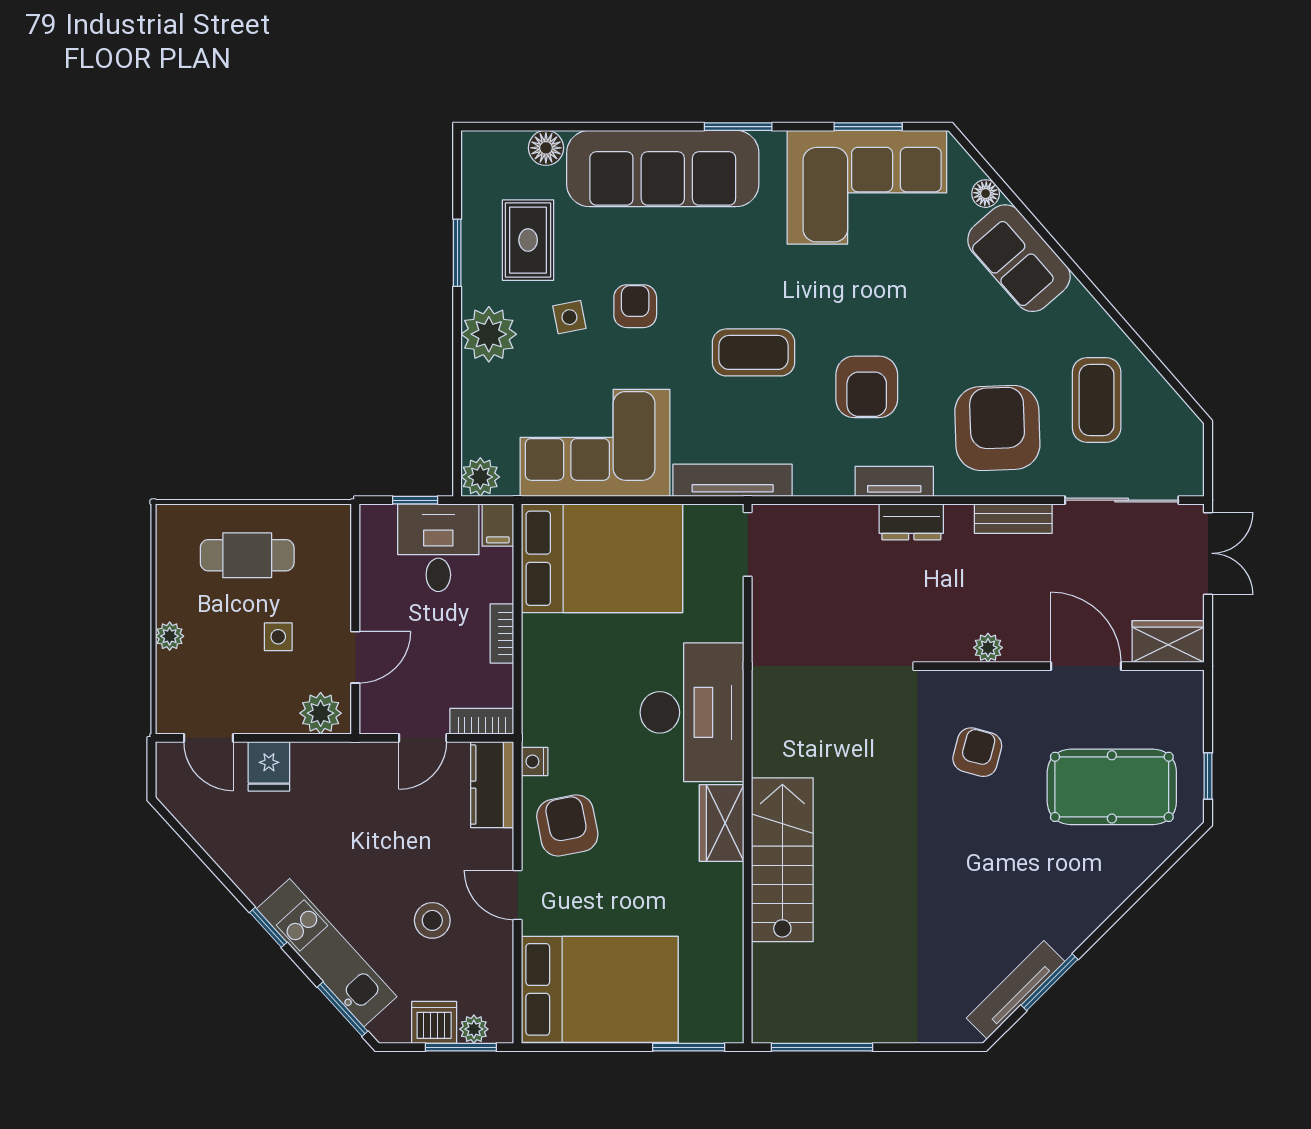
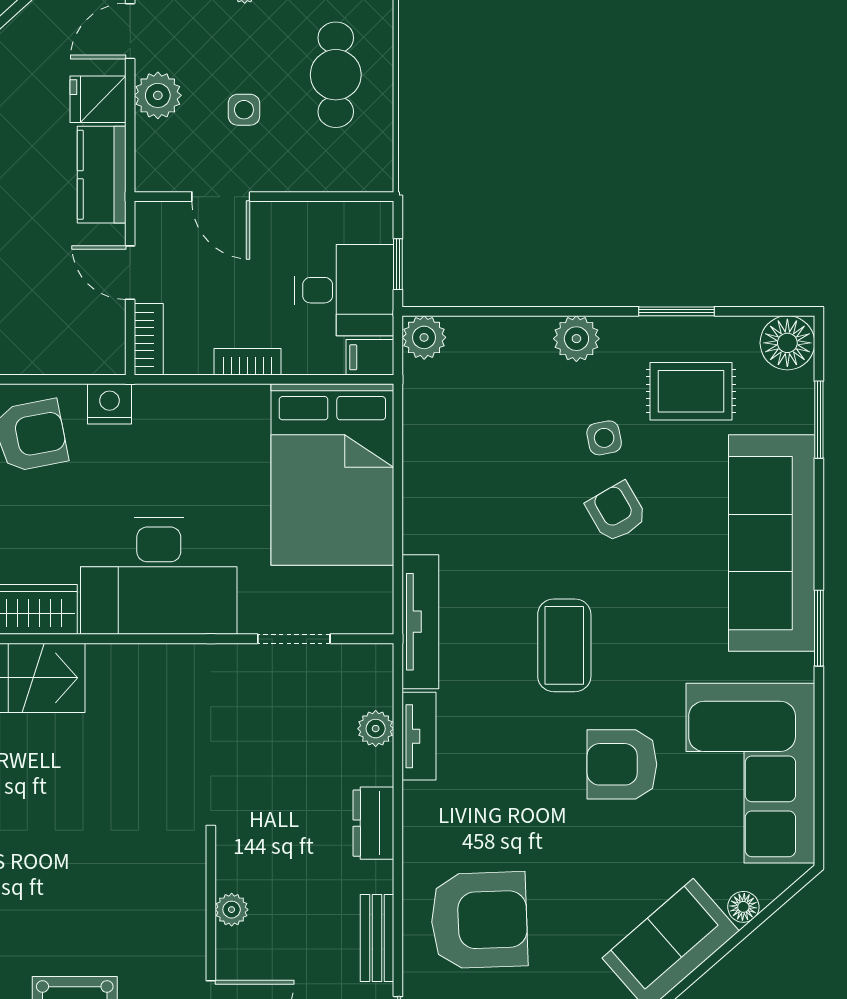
window: (868, 127) -> (819, 420), moved
floor lamp: (546, 148) -> (787, 343), moved, width x1.38, depth x1.38
armchair: (635, 306) -> (616, 512), turned -120
plant: (489, 334) -> (576, 339), width x0.73, depth x0.73
armchair: (867, 387) -> (622, 764), moved
corner sofa: (595, 443) -> (462, 467), removed
tv unit: (894, 481) -> (419, 736), moved
plant: (827, 520) -> (376, 729), added
doorway: (748, 544) -> (294, 639), moved
plant: (321, 713) -> (158, 95), moved
armchair: (977, 752) -> (114, 898), removed
nightstand: (535, 761) -> (110, 404), width x1.39, depth x1.35
kitchen counter: (492, 785) -> (102, 175), moved, turned -90

